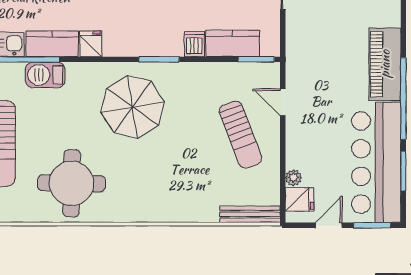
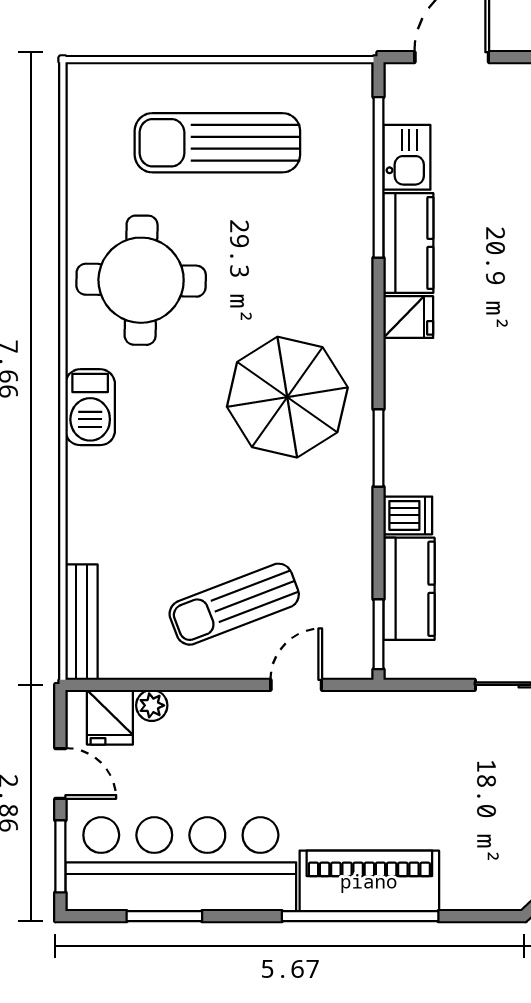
barbecue: (45, 75) -> (90, 407), moved, turned 180
window: (403, 98) -> (360, 916), moved

